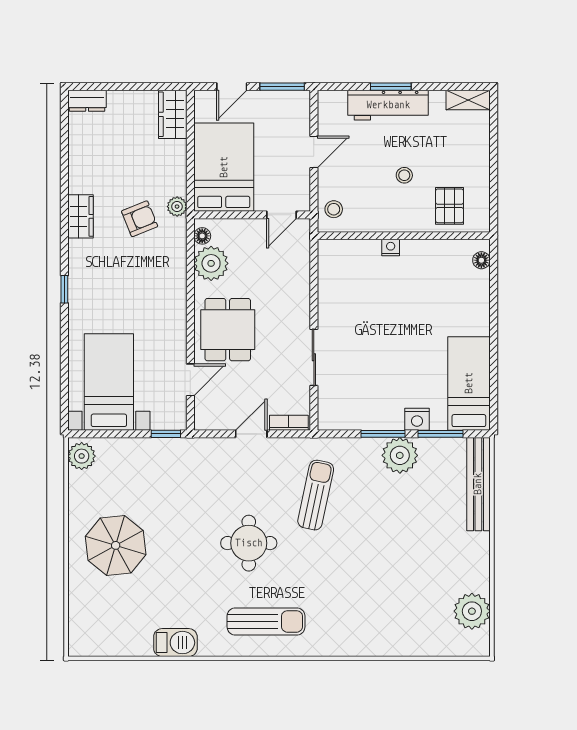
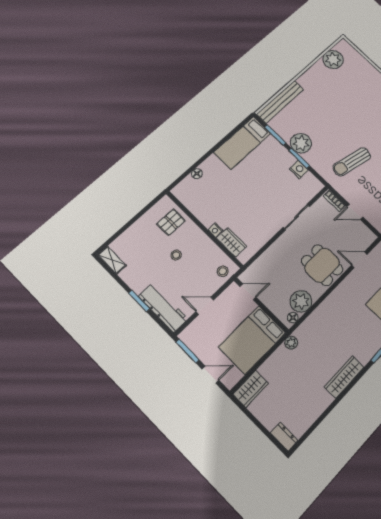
workbench: (388, 105) -> (163, 308), moved
wardrobe: (81, 216) -> (344, 377), width x1.50
armchair: (140, 219) -> (314, 354), removed
wardrobe: (358, 252) -> (232, 242), added
floor lamp: (481, 260) -> (197, 174), moved
dining table: (228, 330) -> (322, 265), turned 90
nightstand: (417, 419) -> (299, 169), moved

